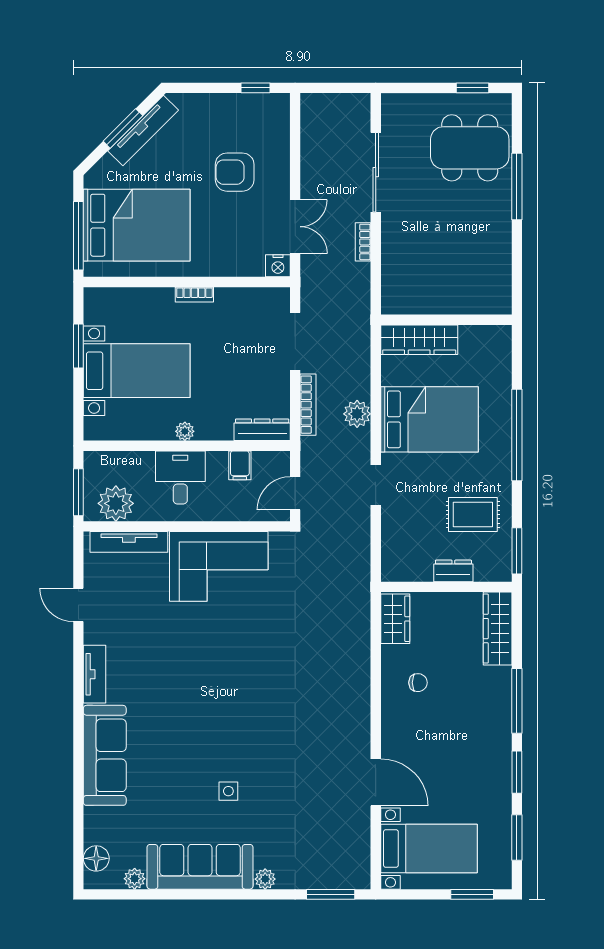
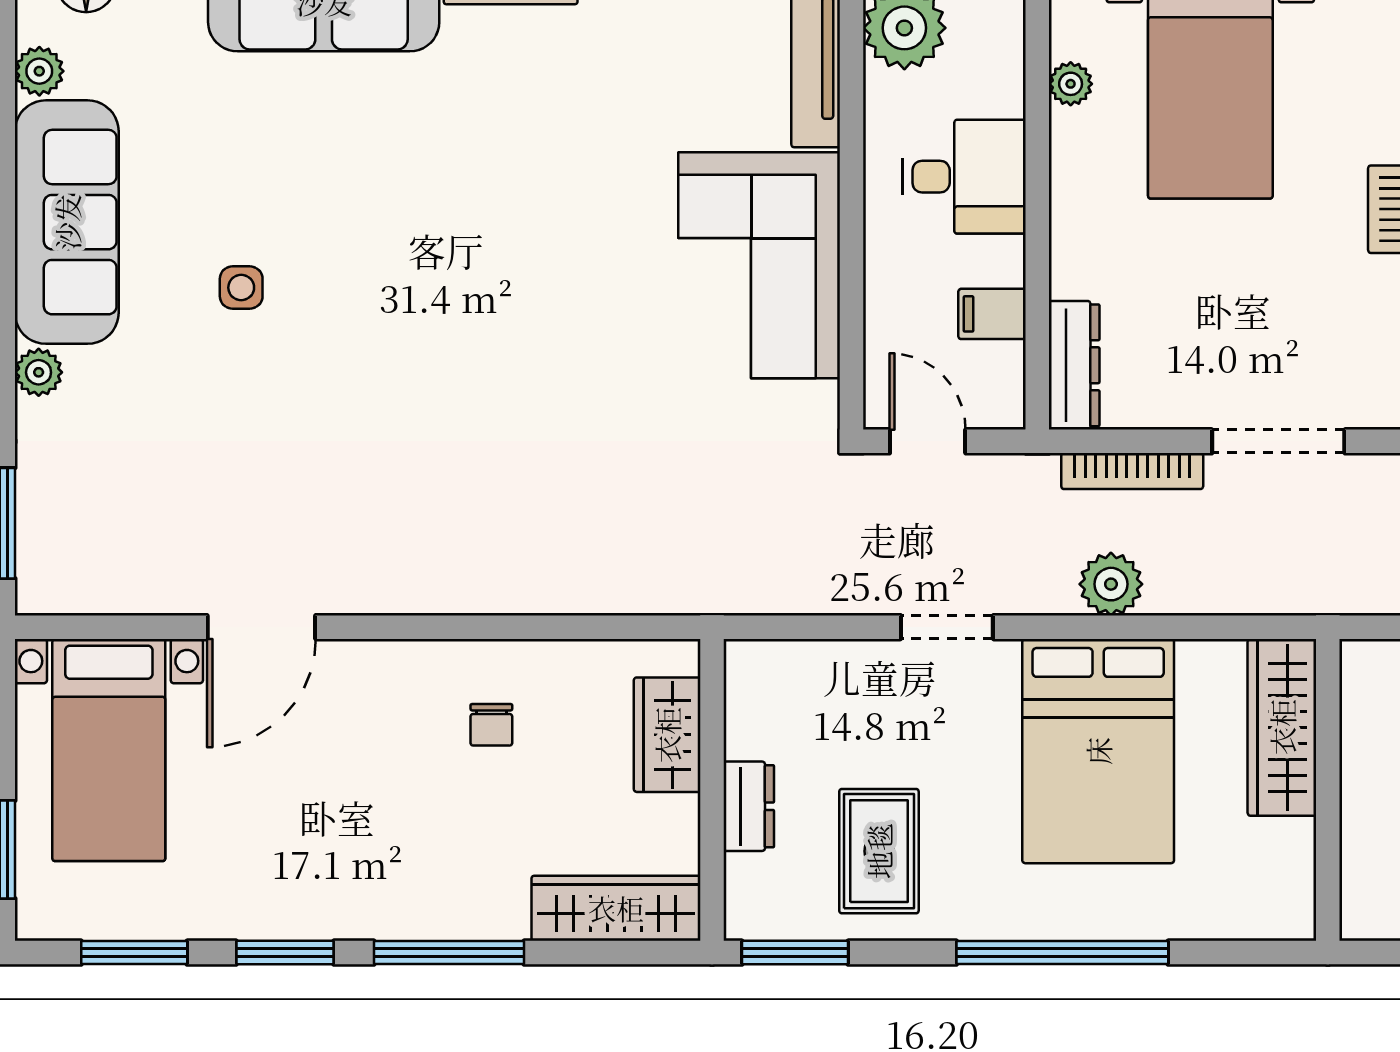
plant: (185, 431) -> (1071, 84), moved
wardrobe: (395, 619) -> (667, 735), moved, turned 90

